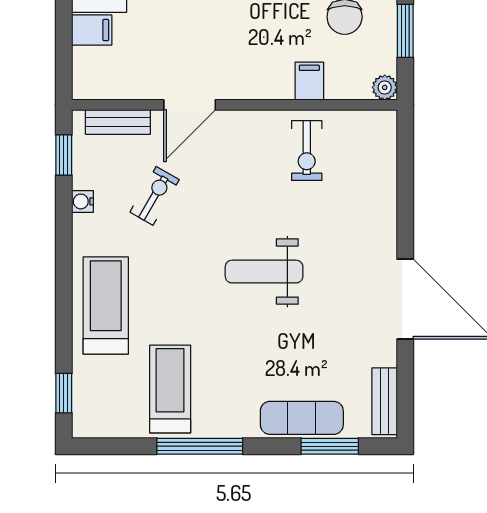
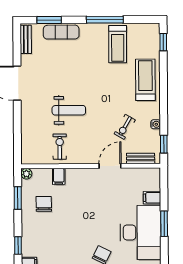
weight bench: (264, 272) -> (69, 110), moved
treadmill: (106, 305) -> (145, 80), turned 180

